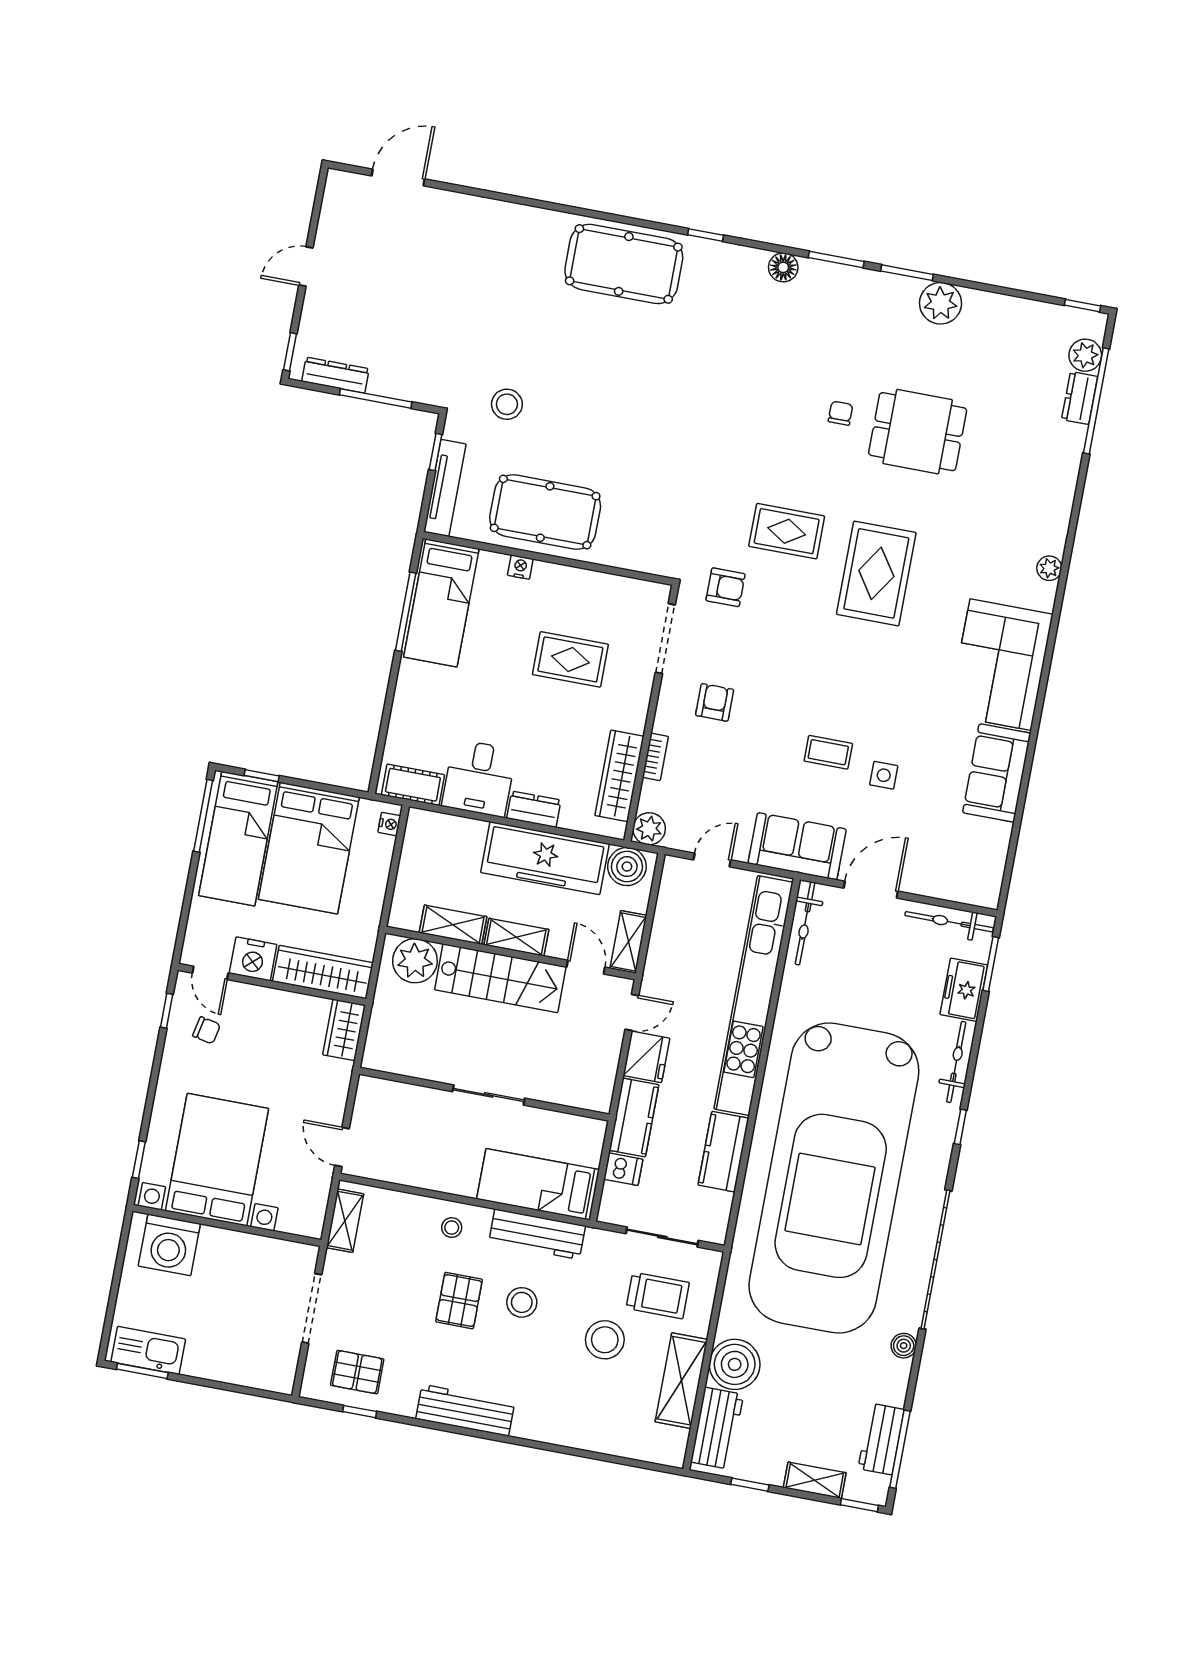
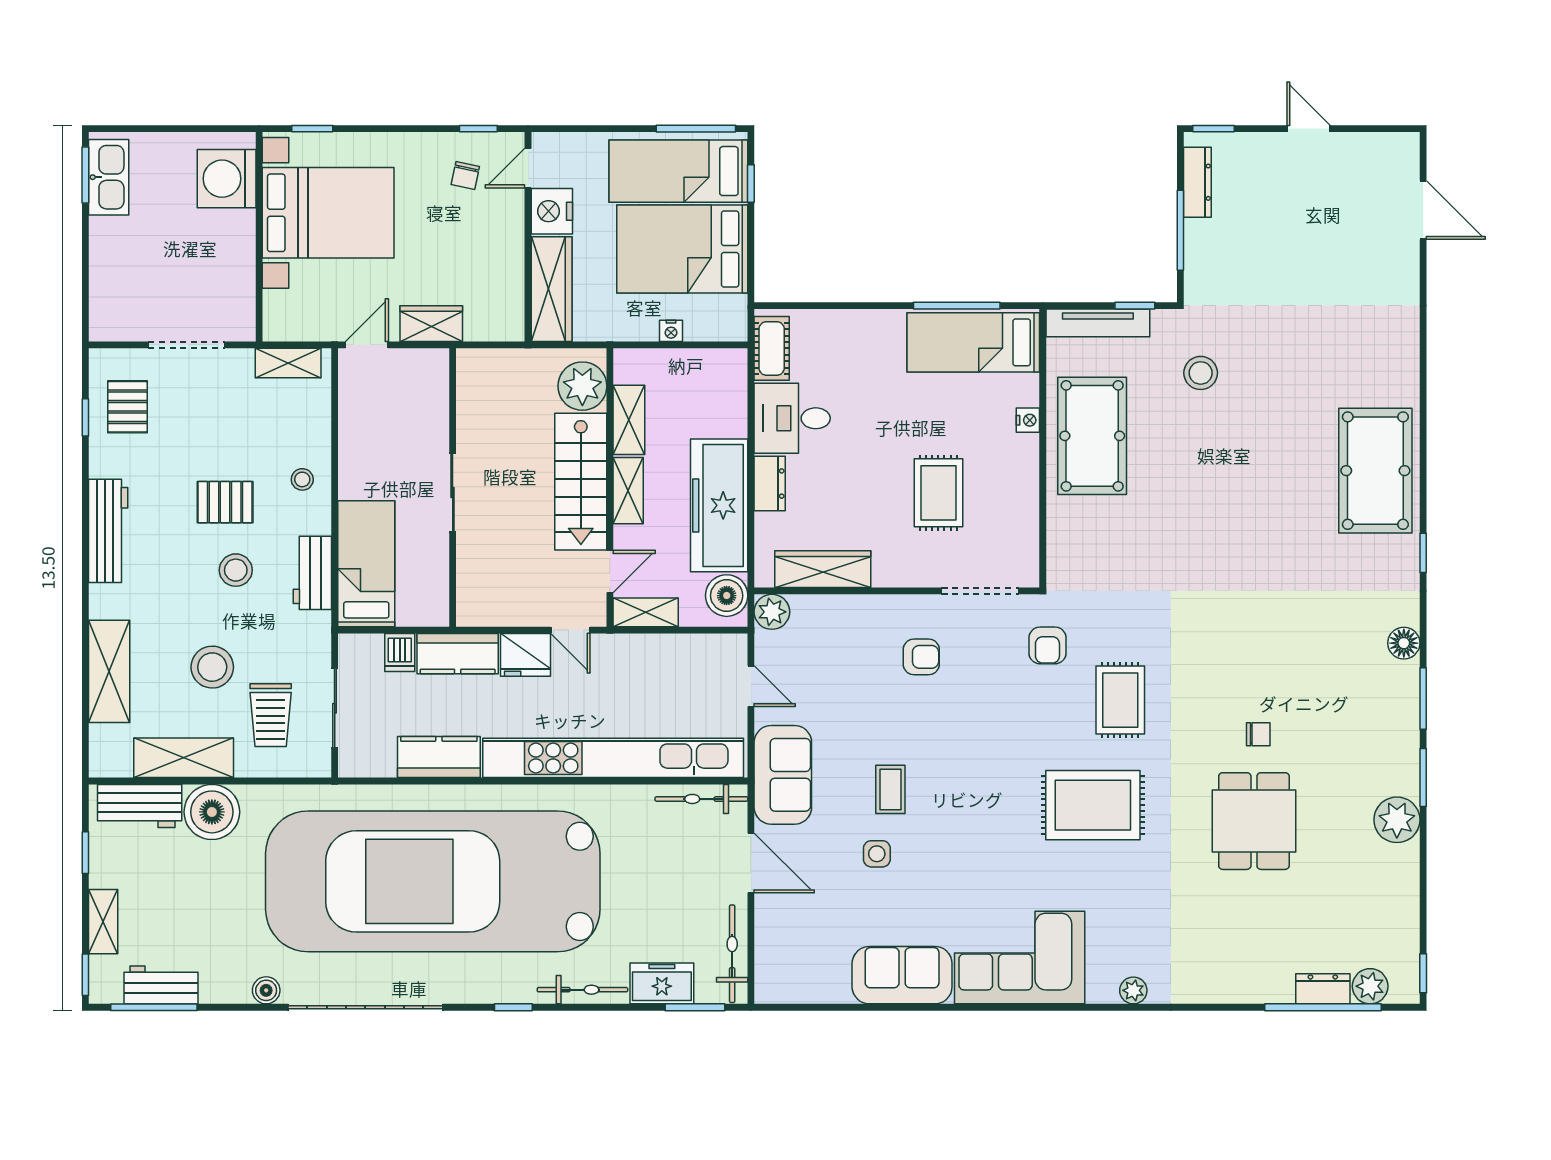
bookcase: (655, 757) -> (851, 604), removed
nightstand: (389, 824) -> (671, 331), moved
wardrobe: (344, 1030) -> (431, 324), moved
workbench: (537, 1234) -> (312, 573), width x0.73
shelving: (591, 1433) -> (109, 671), added

